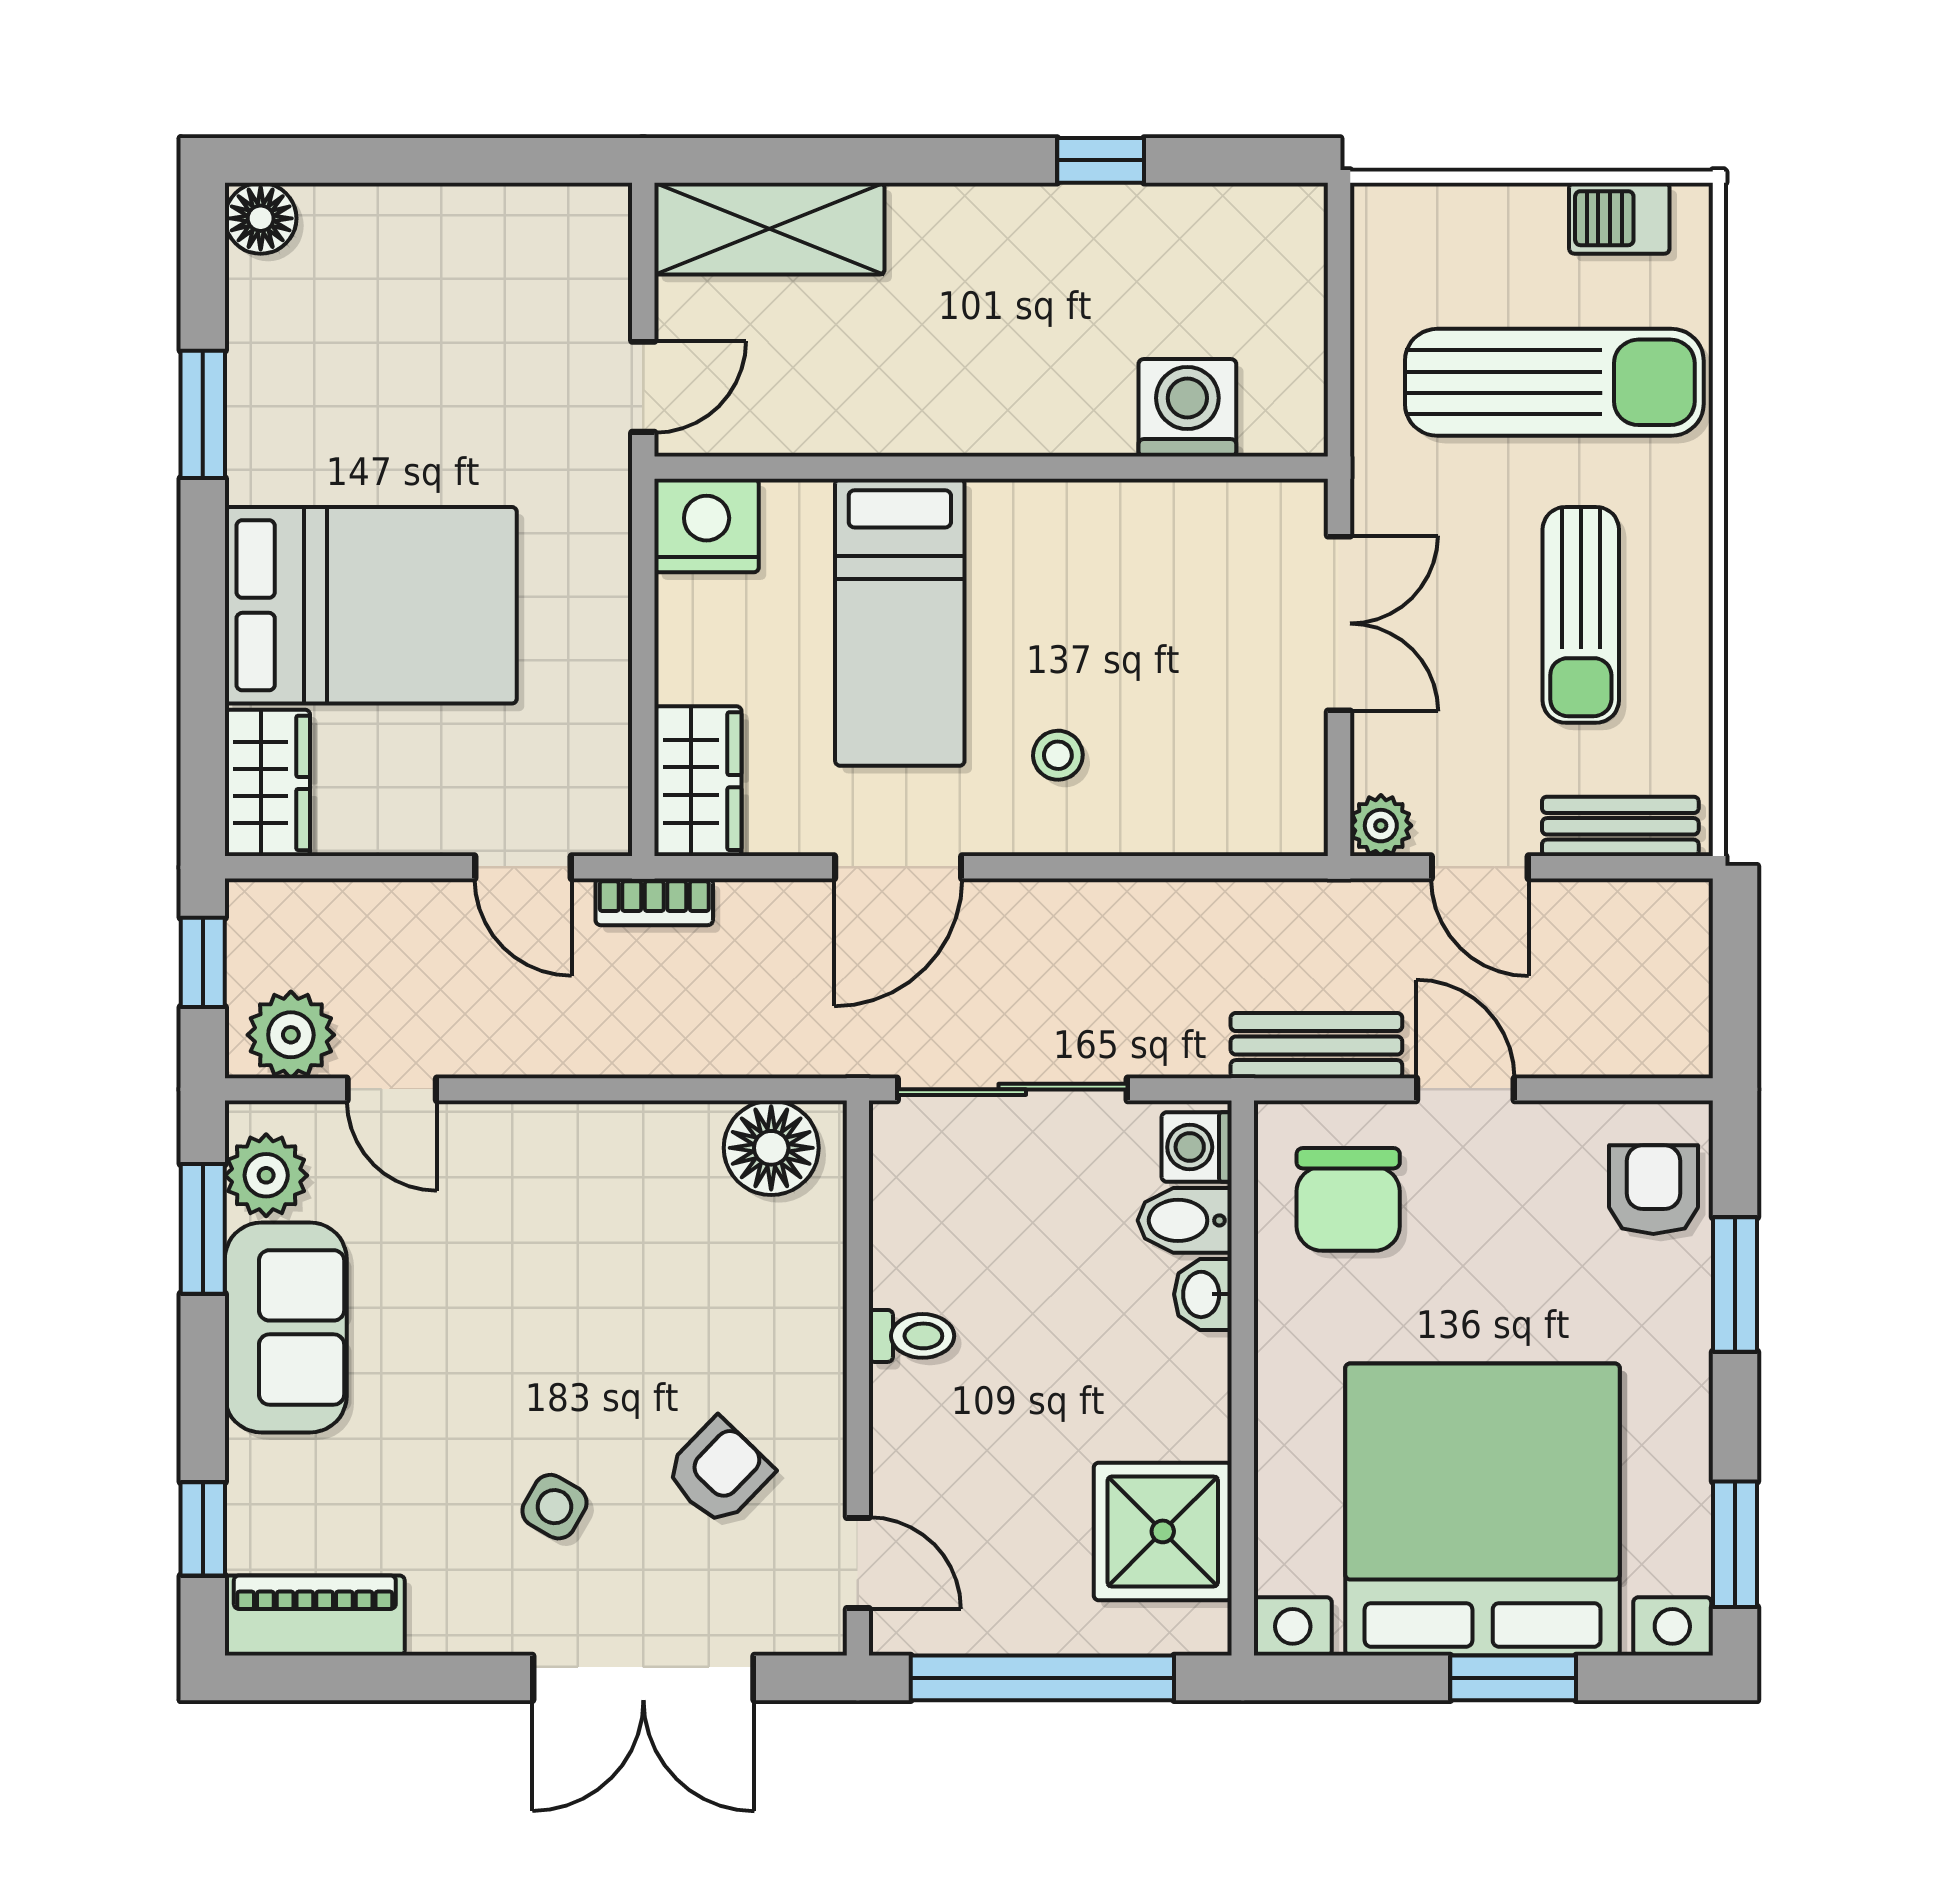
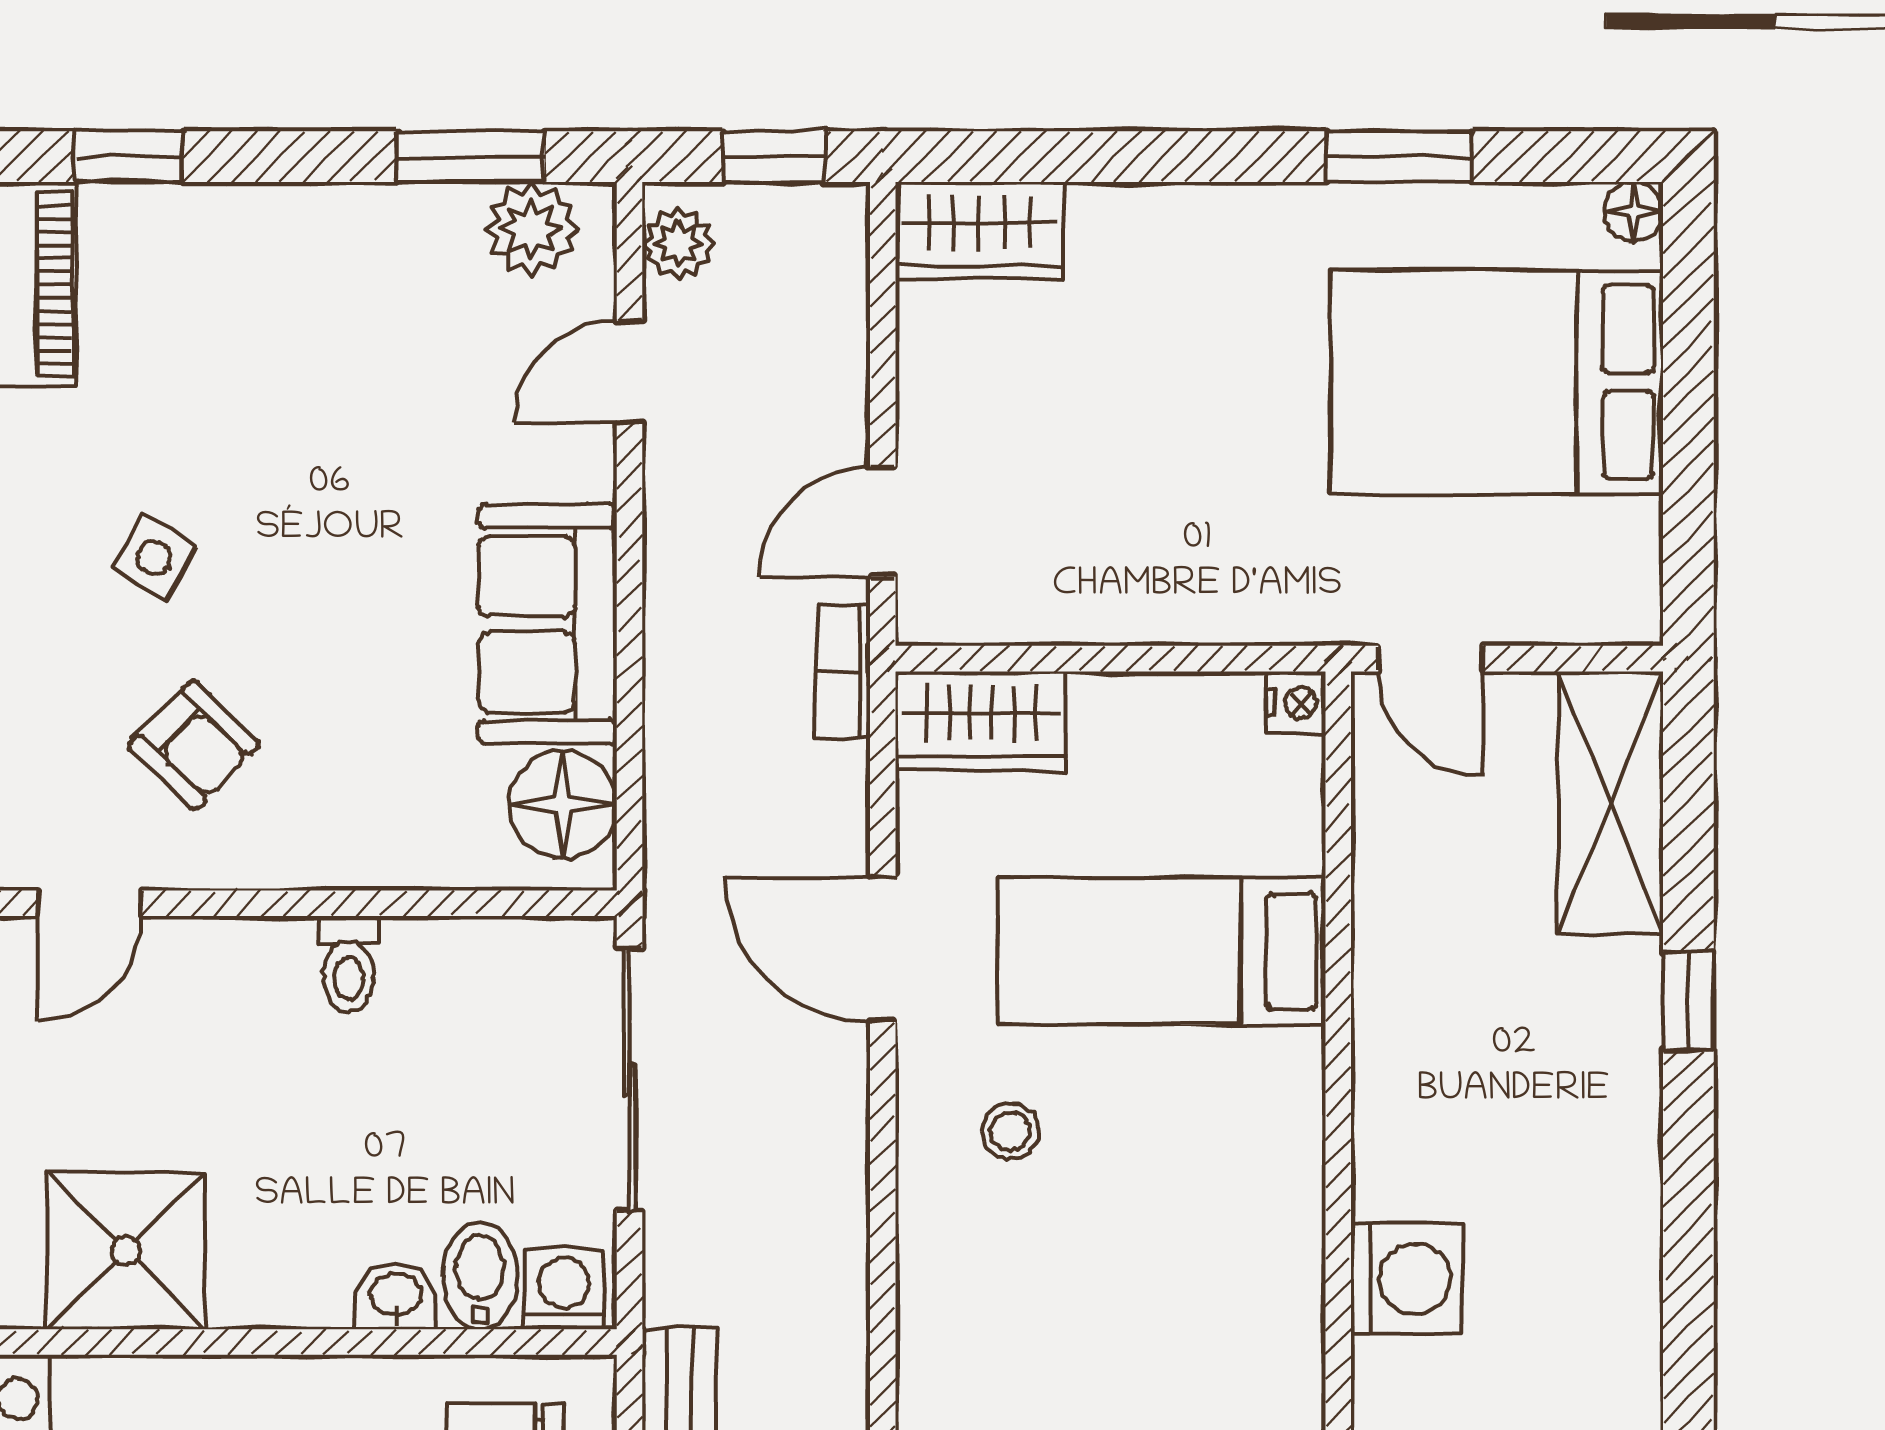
window: (1101, 160) -> (1688, 1001), moved
floor lamp: (261, 218) -> (1633, 212), width x0.73, depth x0.73
nightstand: (707, 526) -> (1296, 703), width x0.53, depth x0.56
bed: (371, 605) -> (1497, 382), moved, turned 90
plant: (291, 1035) -> (678, 244), width x0.73, depth x0.73
sofa: (286, 1327) -> (548, 624), moved, turned 90

